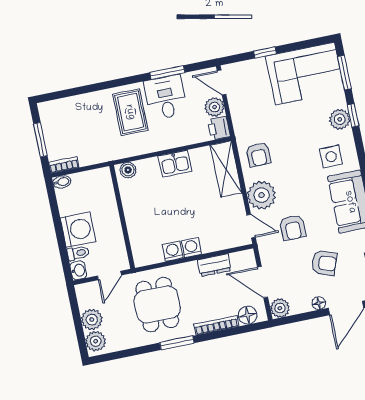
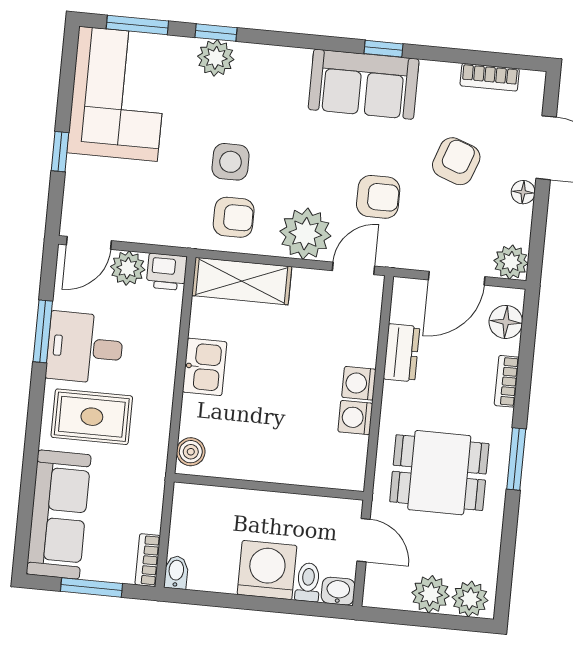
sofa: (73, 111) -> (59, 515), added
side table: (331, 157) -> (231, 162), moved
bookcase: (216, 325) -> (507, 381), width x0.64

